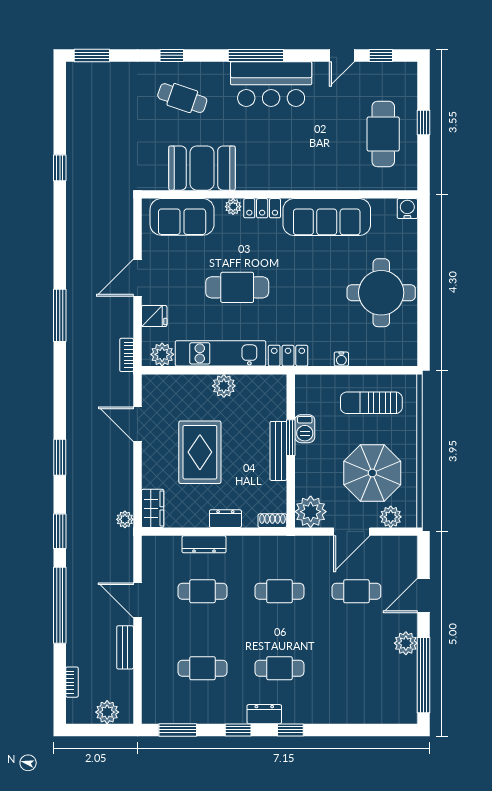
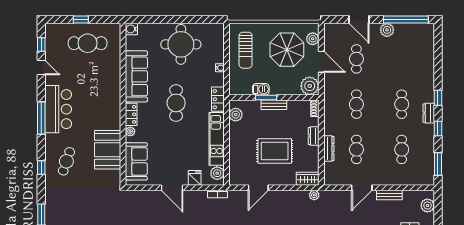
cafe table: (237, 287) -> (176, 103), moved
plant: (224, 386) -> (236, 115), moved
bench: (278, 451) -> (274, 105), width x0.73

